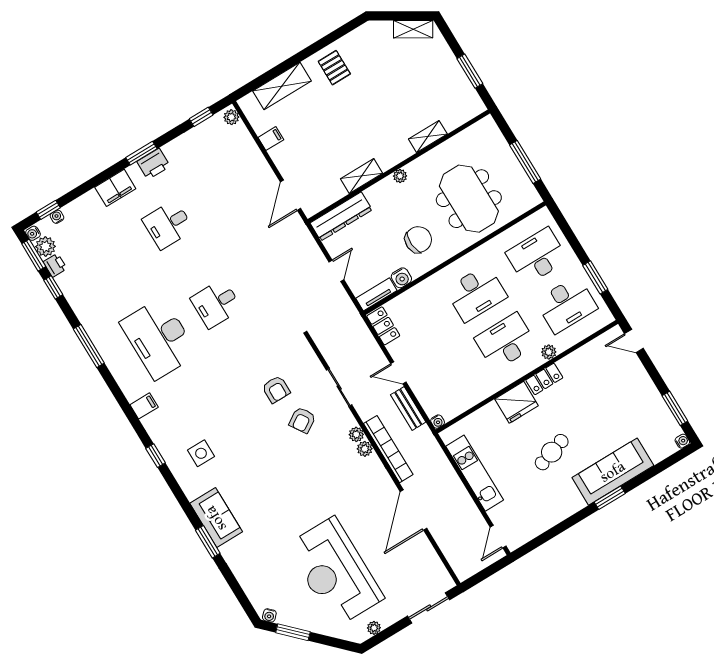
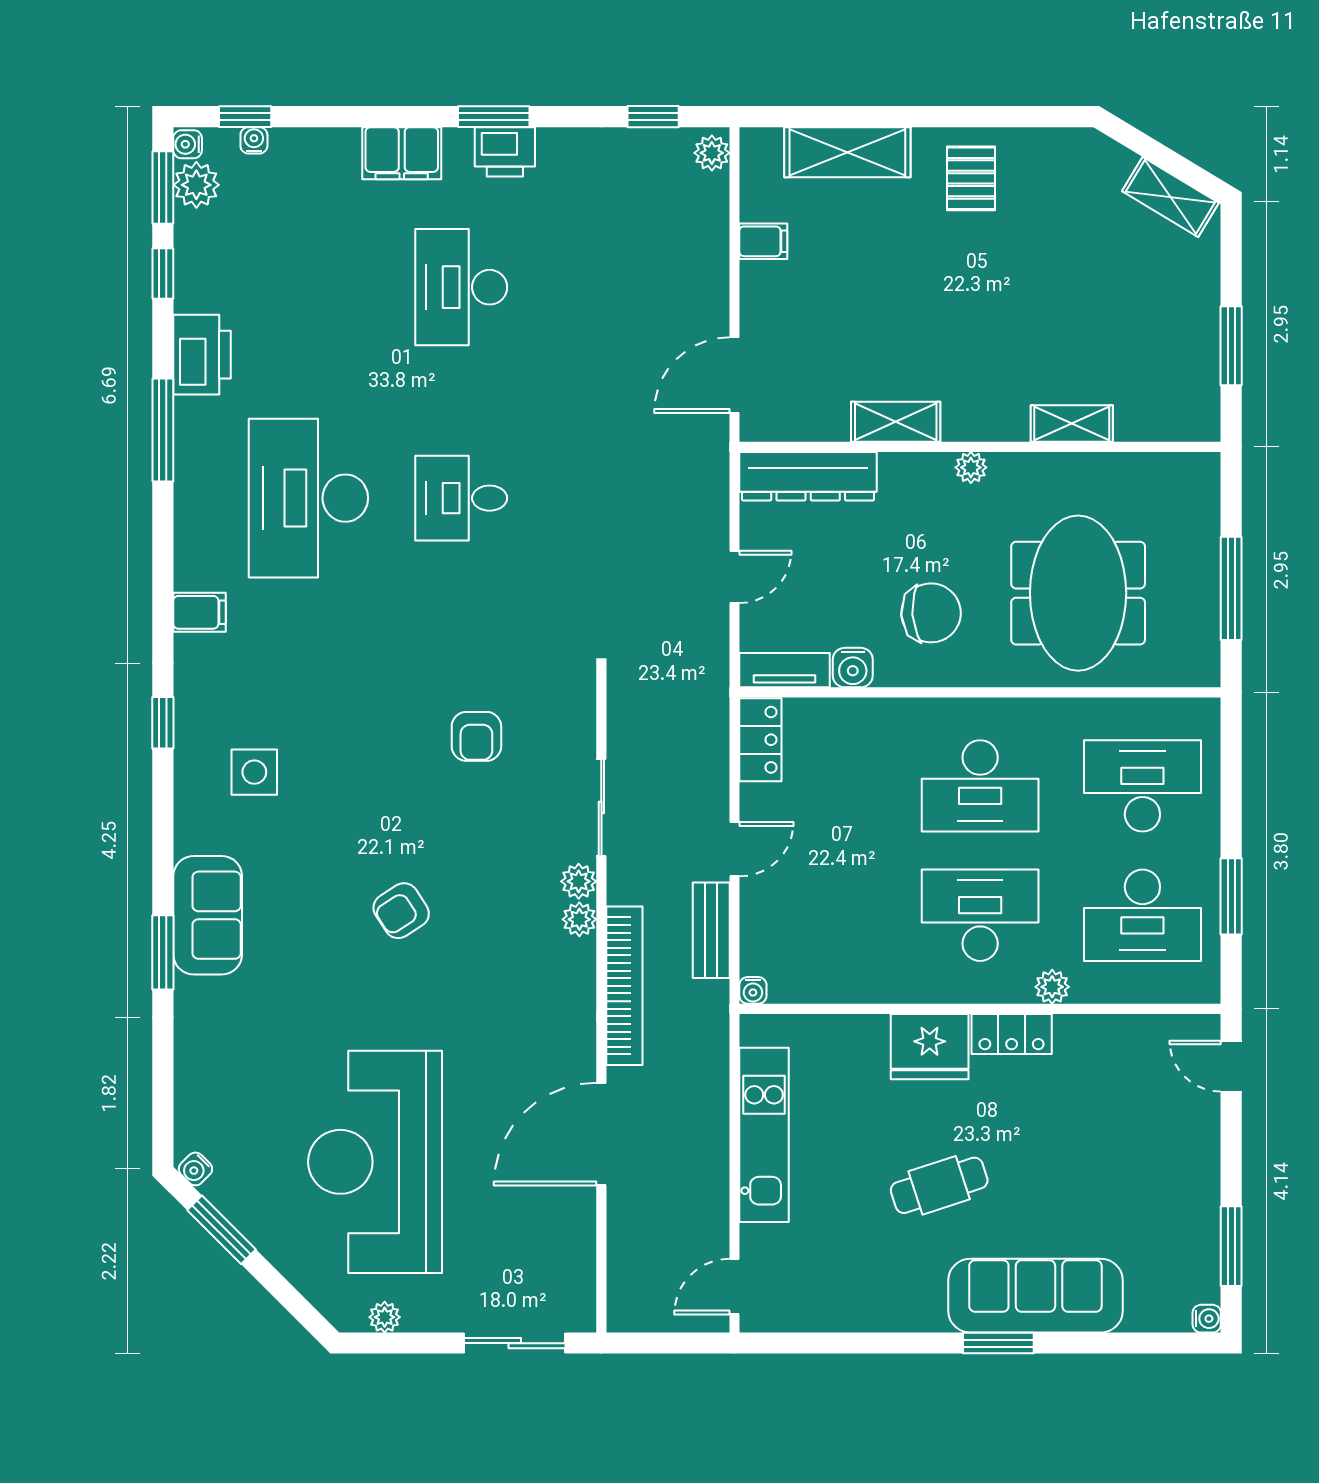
desk: (168, 225) -> (461, 287), width x1.37
printer: (55, 265) -> (202, 355), moved, width x1.87, depth x1.48
door: (398, 373) -> (734, 849), swing flipped
armchair: (302, 420) -> (401, 911), moved
plant: (365, 449) -> (579, 881), moved

